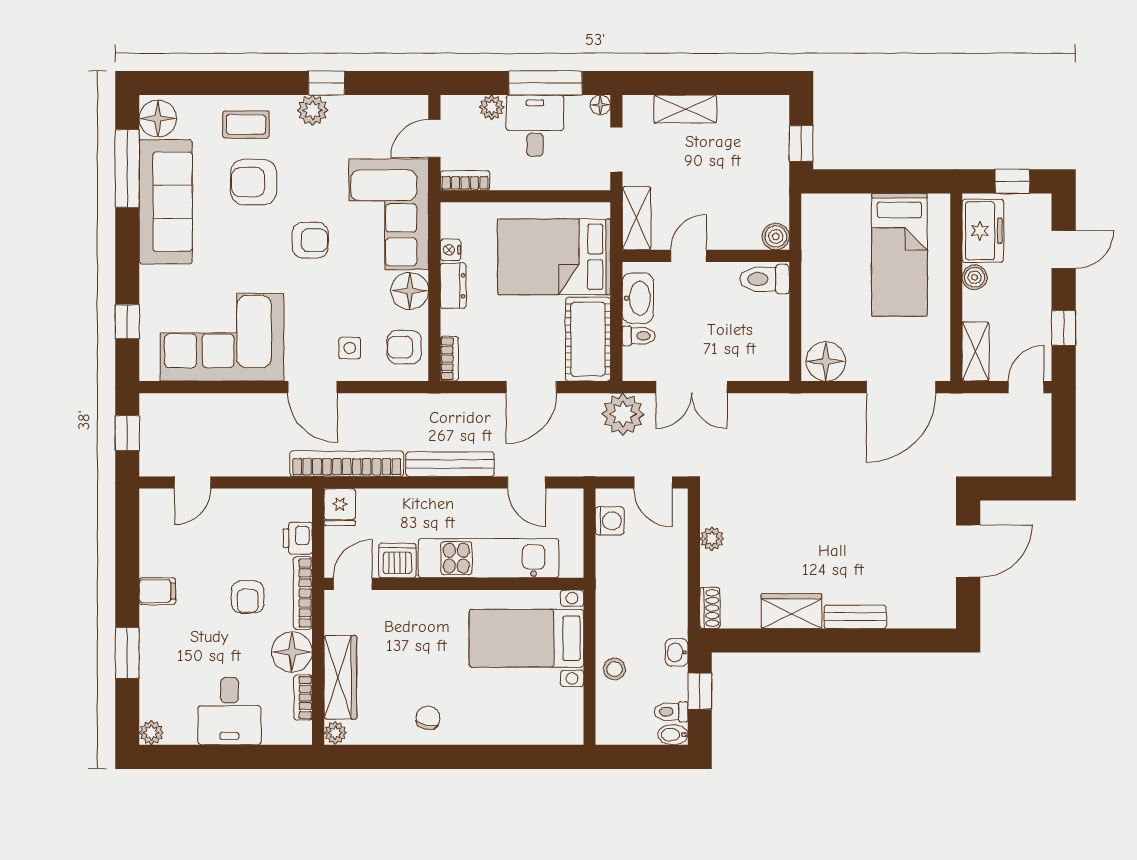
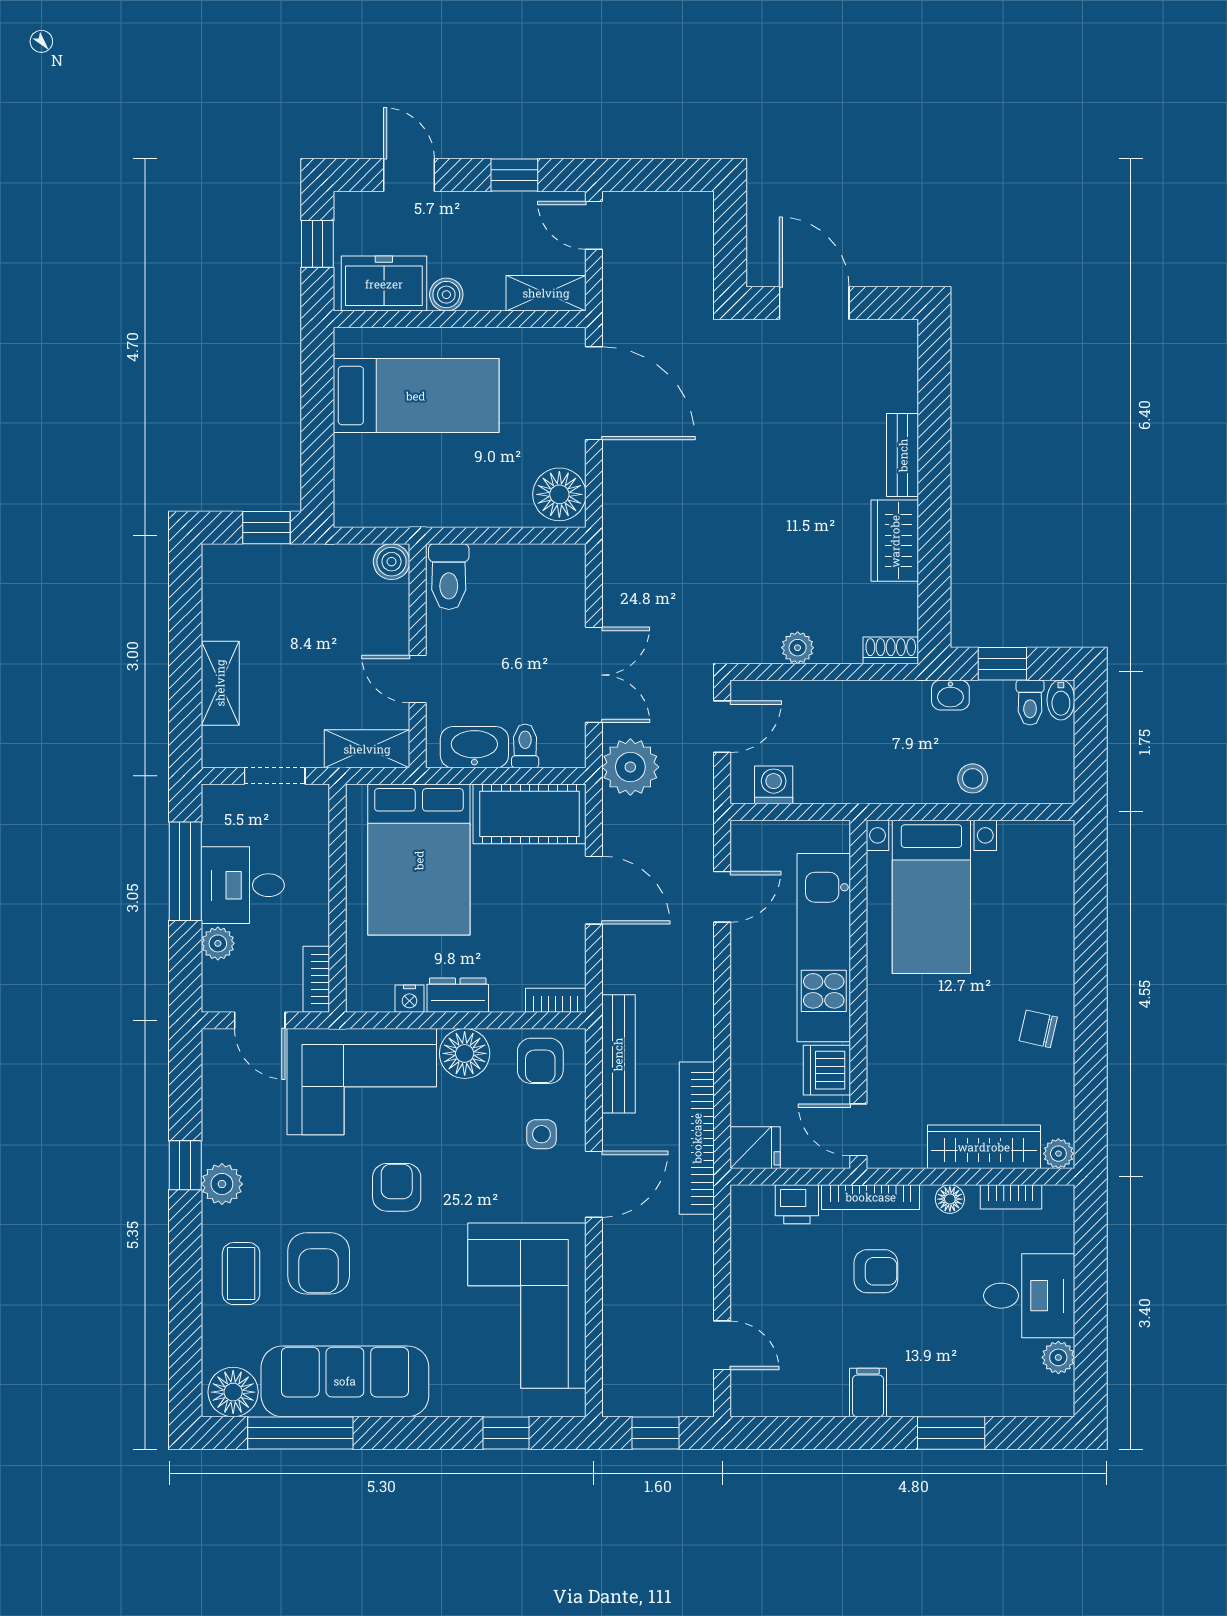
floor lamp: (600, 105) -> (215, 797), removed
bench: (450, 464) -> (618, 1054), moved
floor lamp: (292, 652) -> (950, 1199), width x0.53, depth x0.53
plant: (151, 733) -> (1058, 1357), moved

